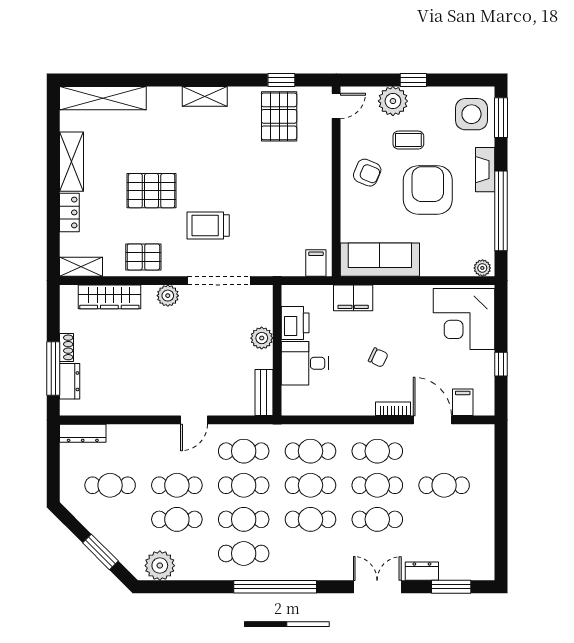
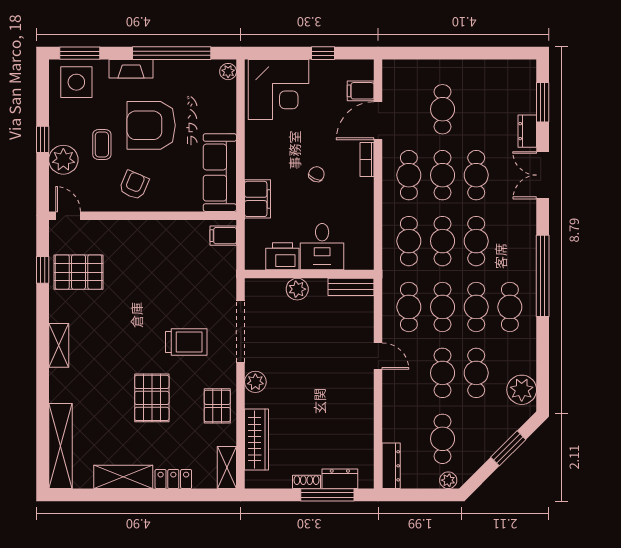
trolley: (208, 226) -> (186, 342), turned -90
plant: (68, 491) -> (448, 480), added

